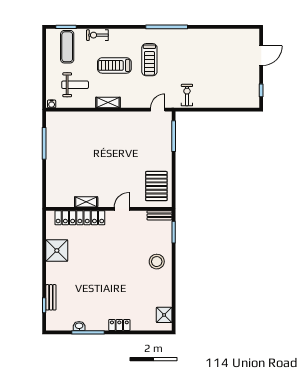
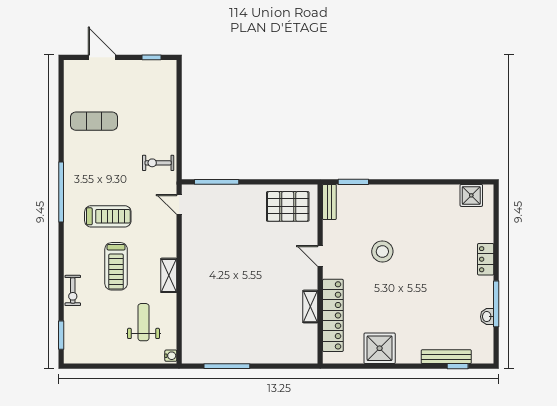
exercise mat: (67, 47) -> (94, 121), moved
stool: (157, 262) -> (382, 251), moved
bench: (51, 297) -> (446, 357), width x1.36

